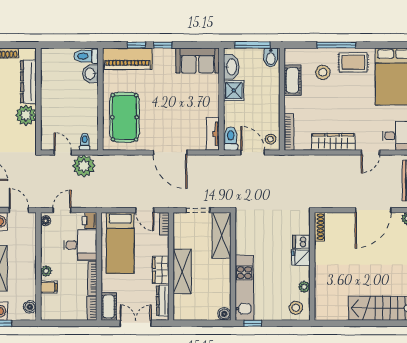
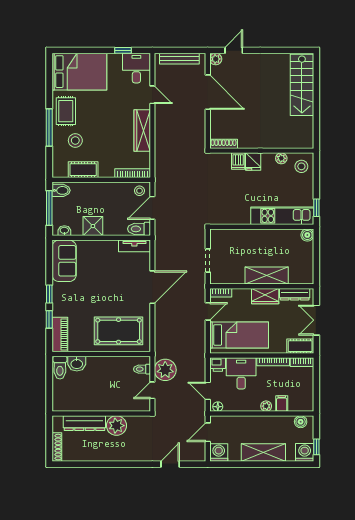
piano: (127, 59) -> (60, 335), width x0.73, depth x0.75
washbasin: (231, 67) -> (64, 231), width x0.52, depth x0.69
shelving: (222, 235) -> (232, 238), removed

